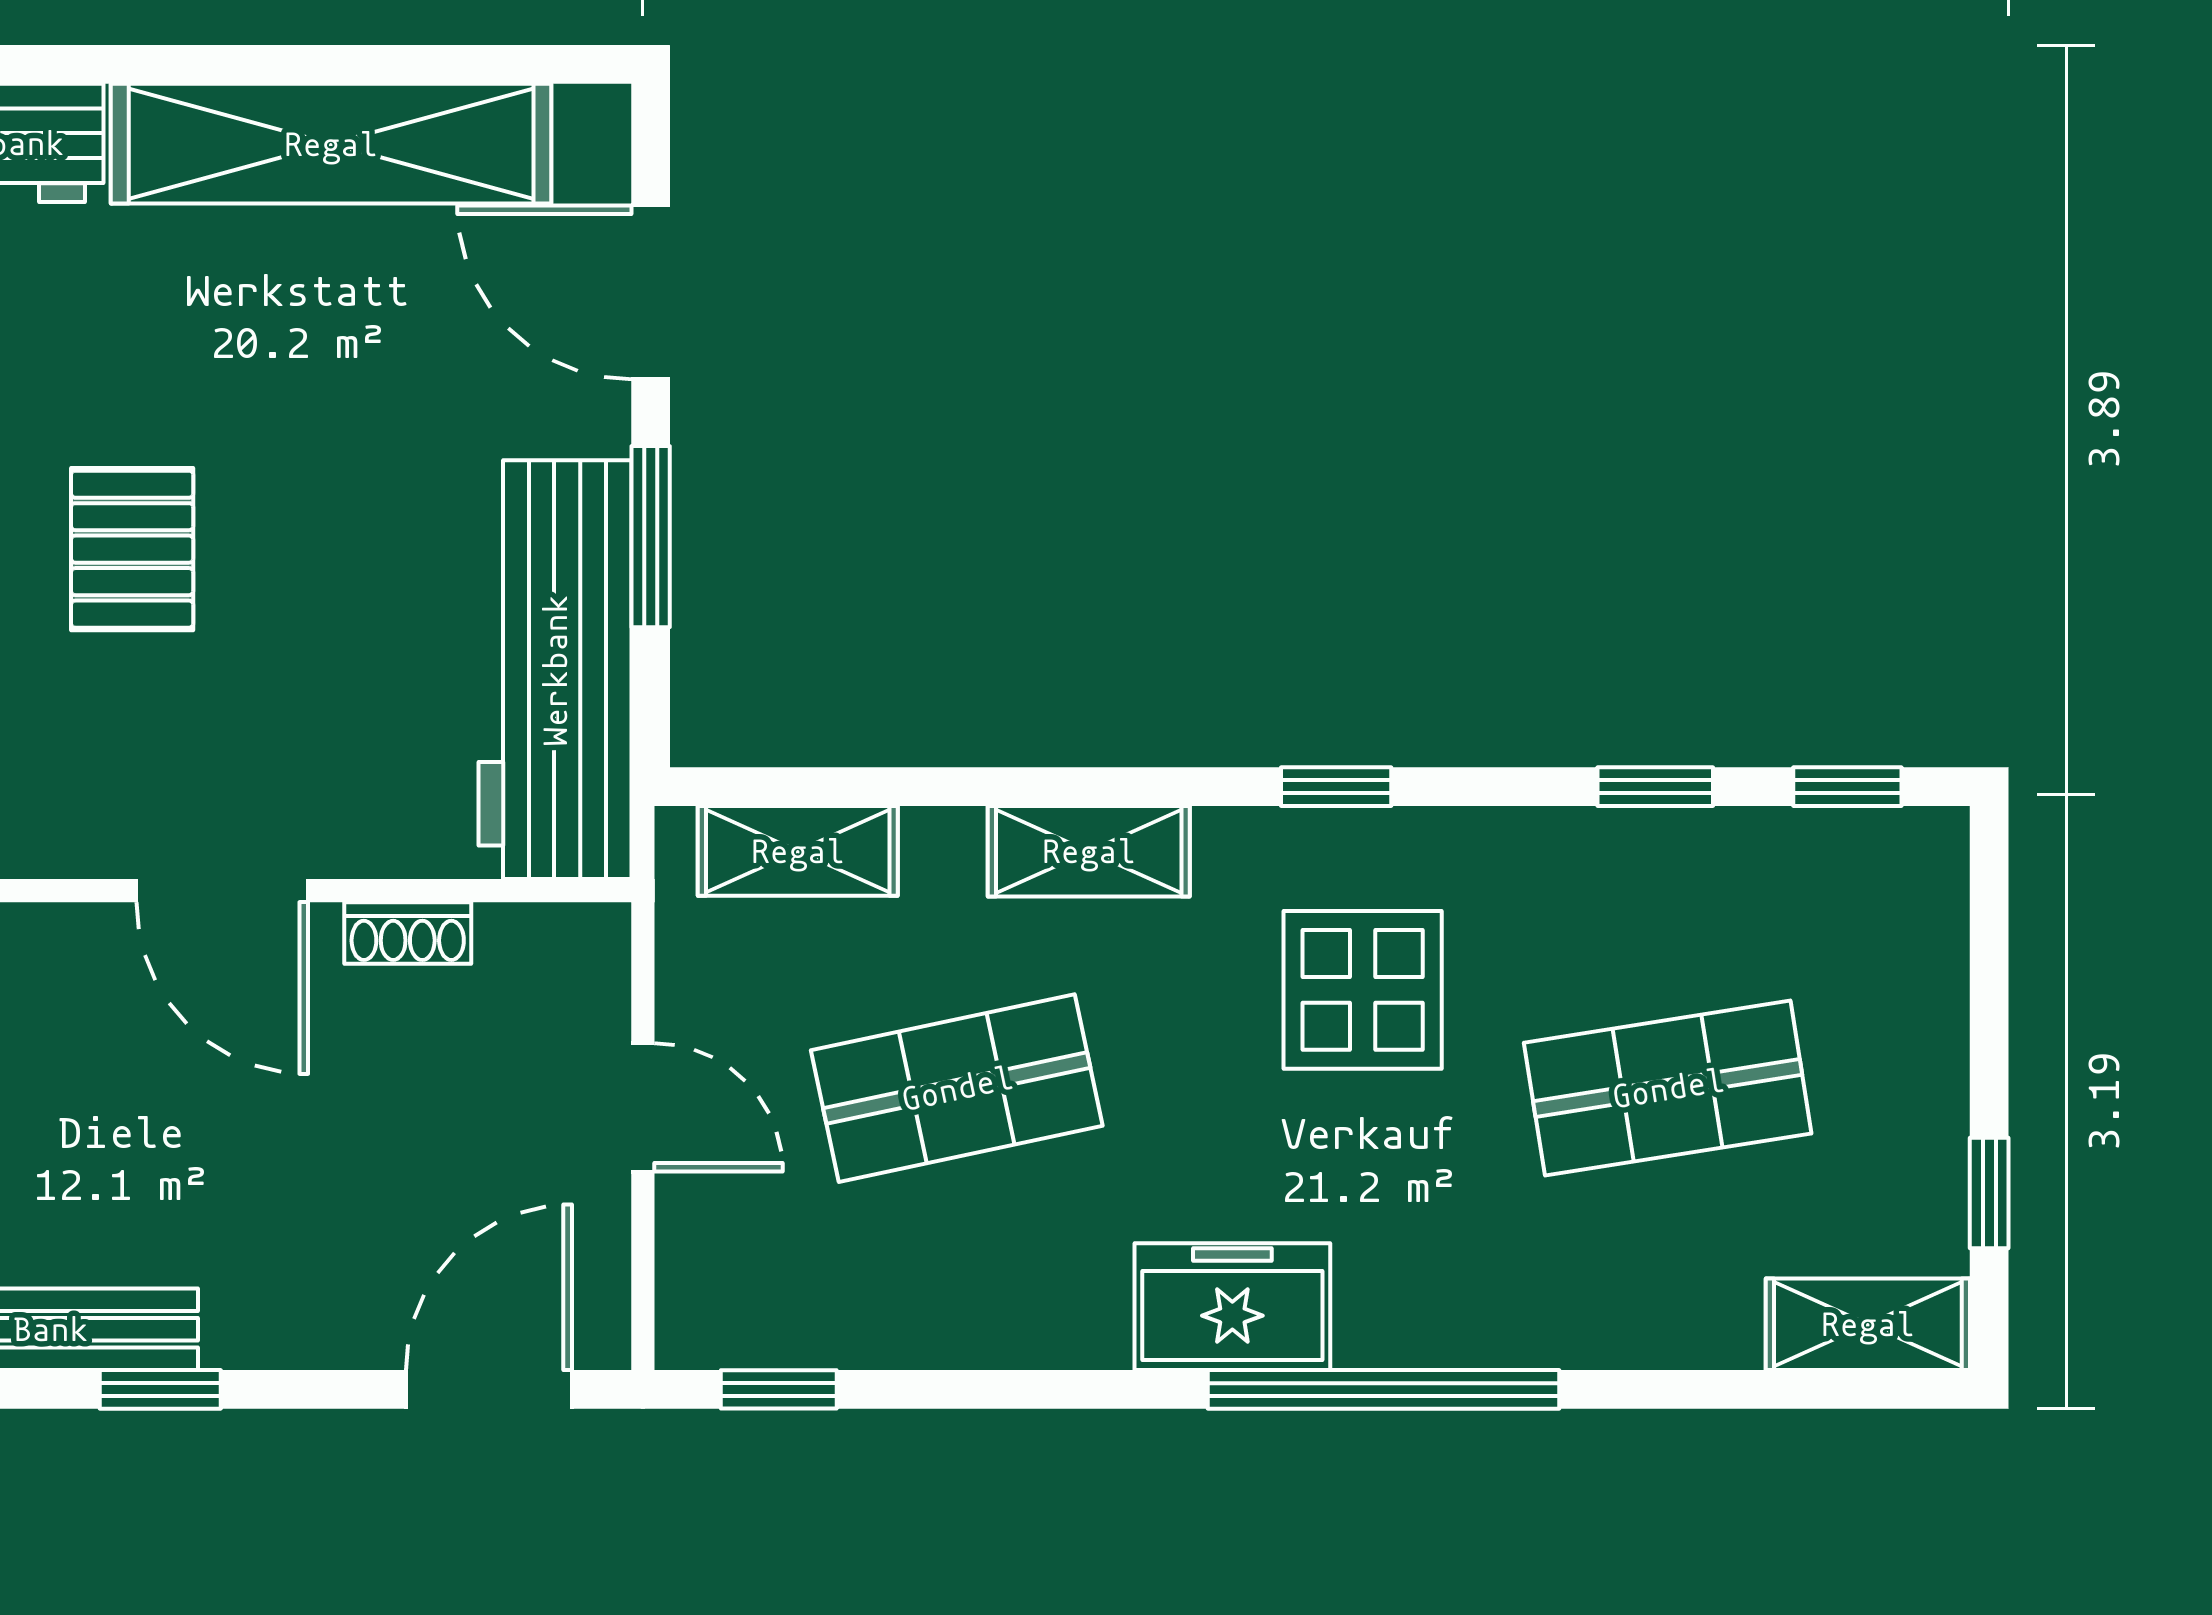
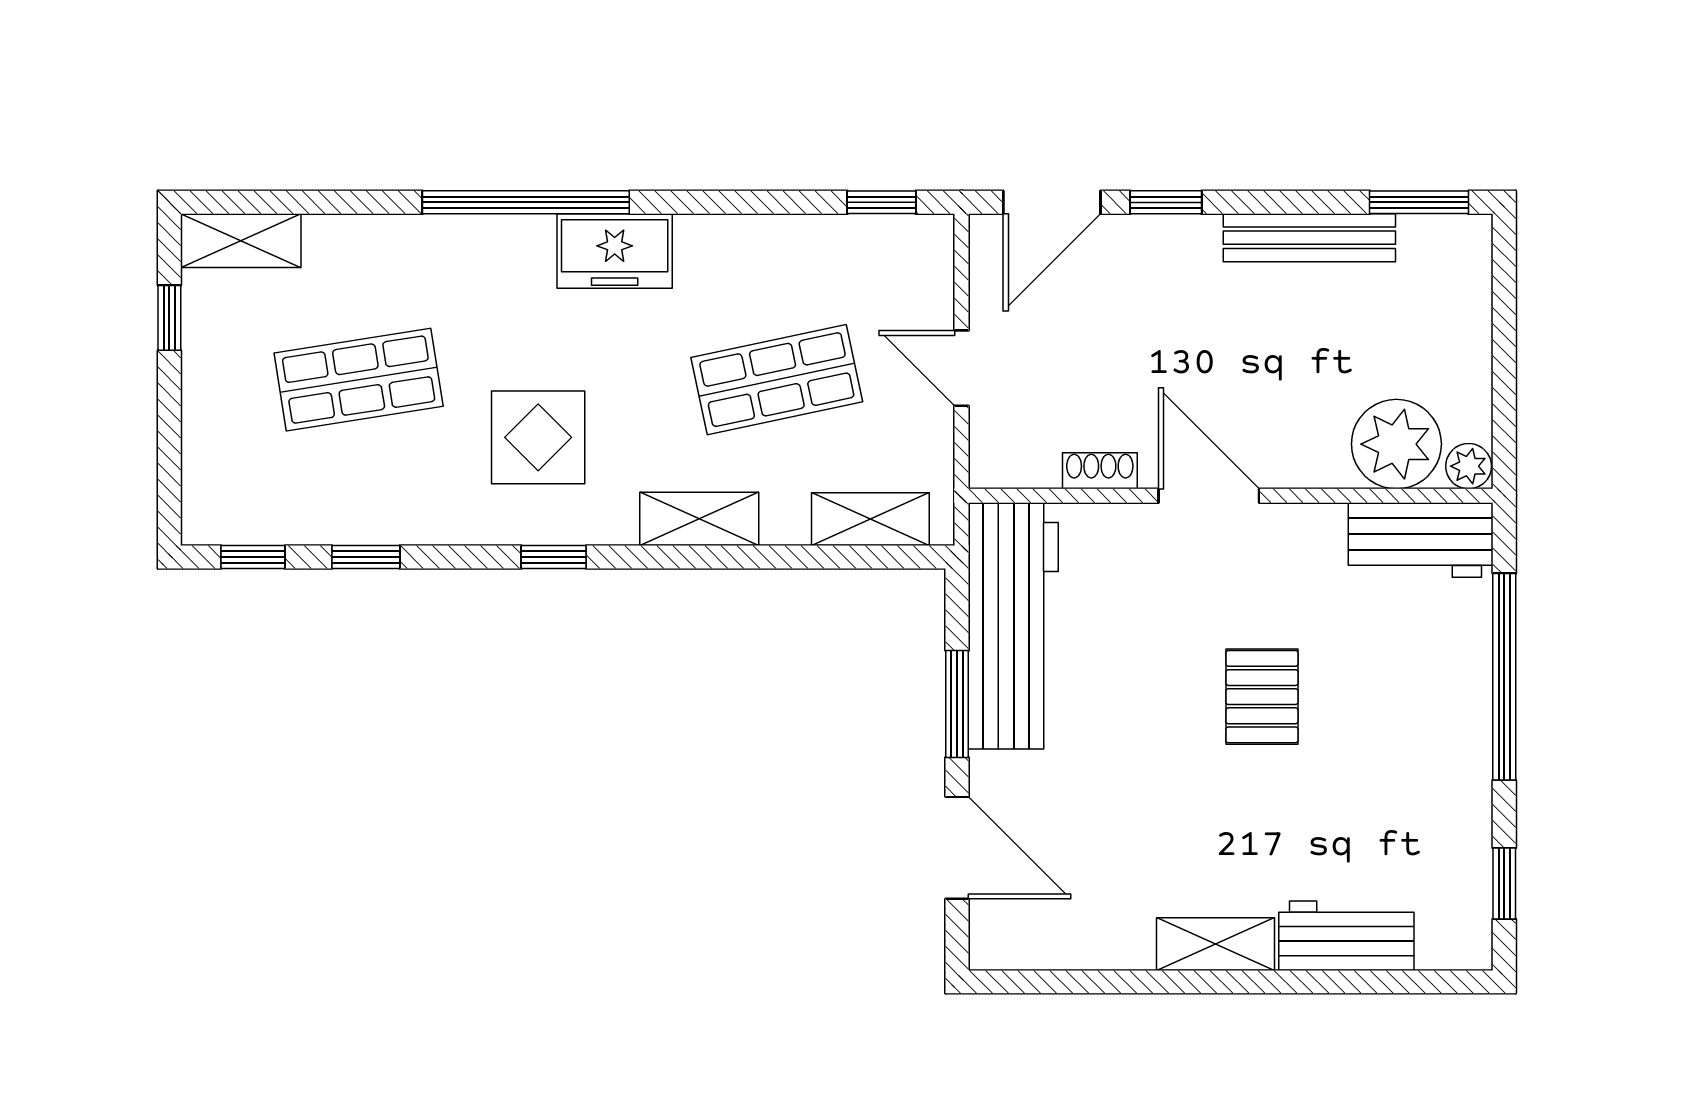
shelving: (331, 144) -> (1216, 944), width x0.45, depth x0.75
window: (160, 1389) -> (1166, 202), moved

